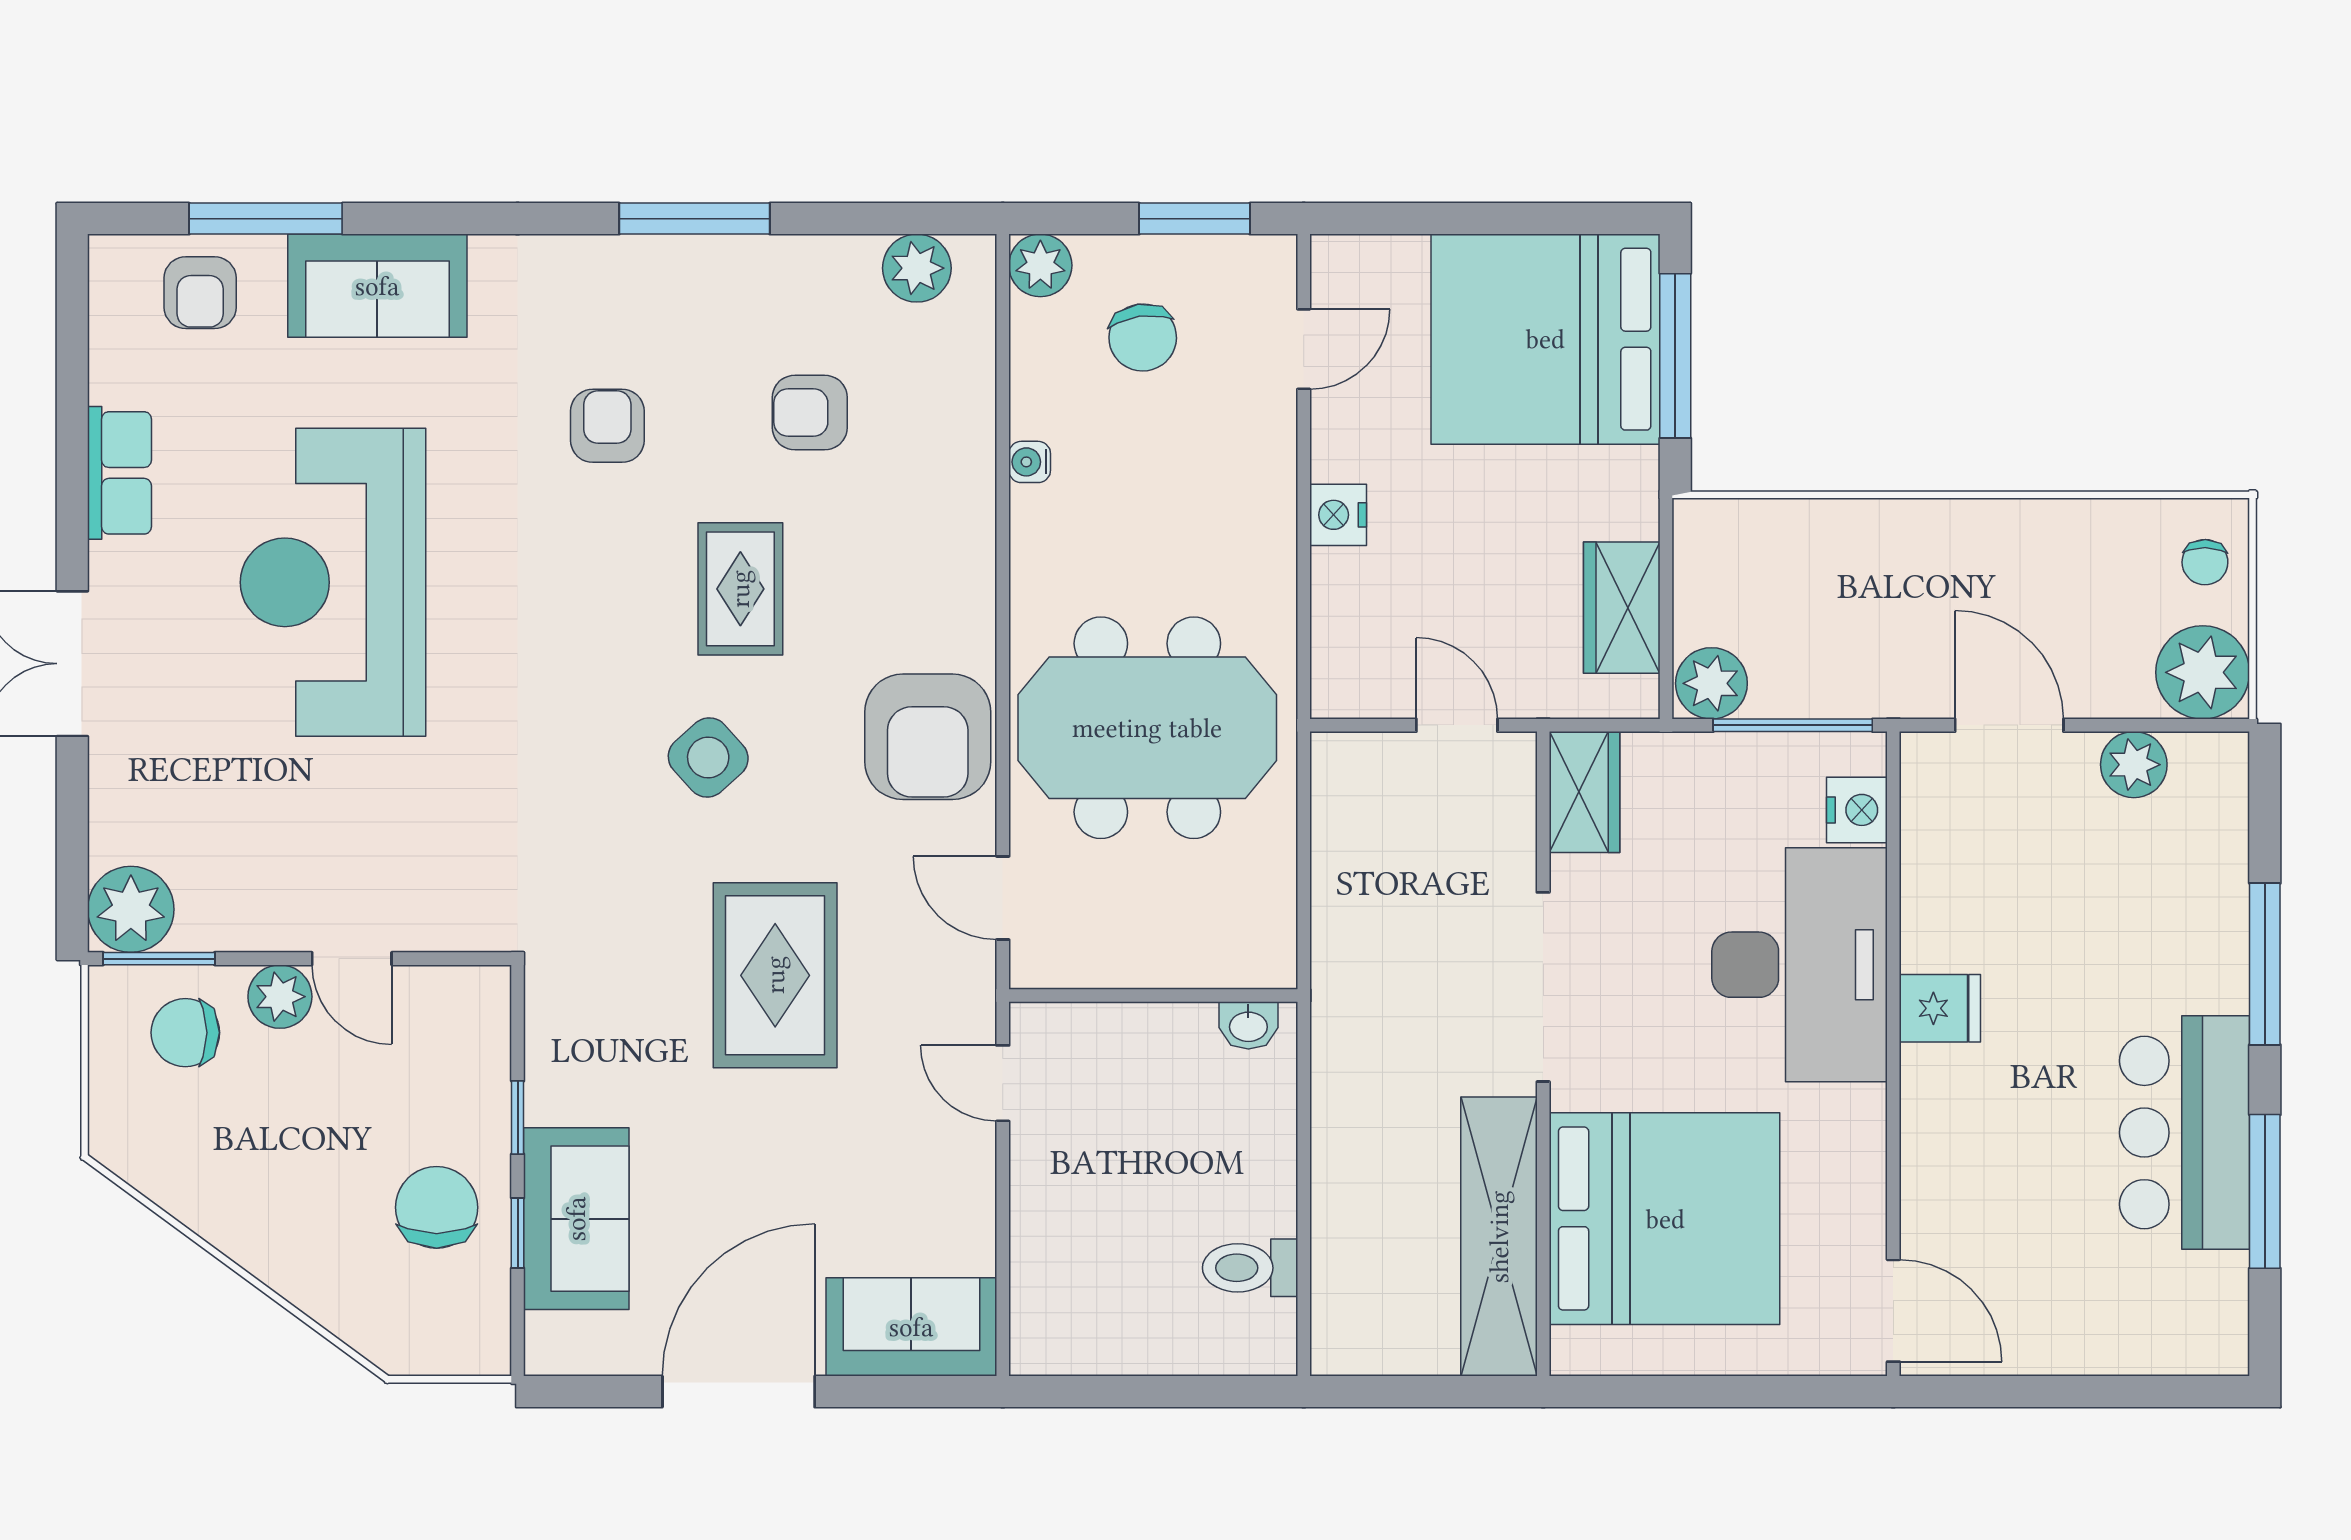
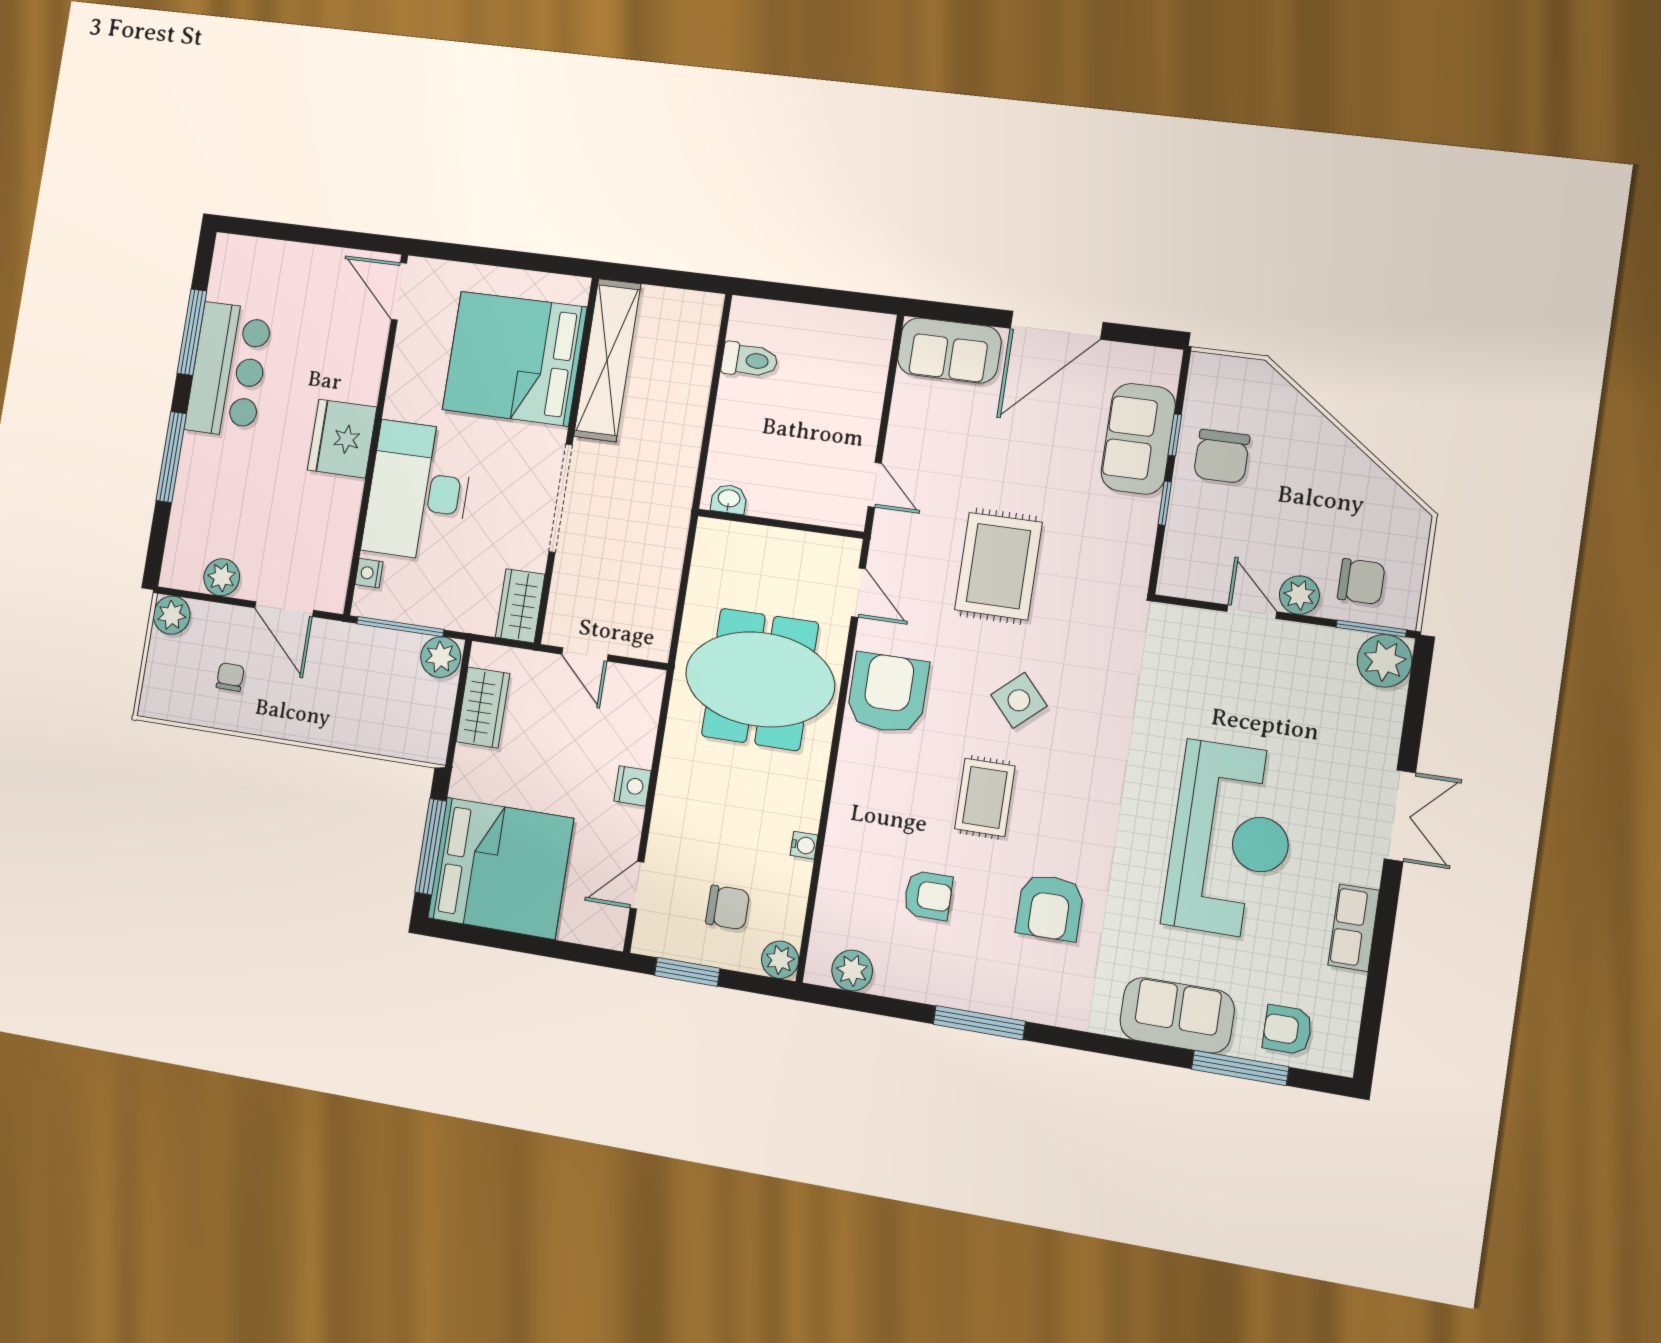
armchair: (200, 293) -> (1287, 1030), turned -90
chair: (1143, 337) -> (728, 907), turned 98
armchair: (607, 426) -> (1050, 907), width x1.38, depth x1.38
chair: (2205, 562) -> (230, 677), moved
plant: (2203, 672) -> (172, 615), width x0.73, depth x0.73
nightstand: (1857, 810) -> (369, 573), width x0.72, depth x0.74
fridge: (1940, 1008) -> (342, 439), width x1.88, depth x1.34

